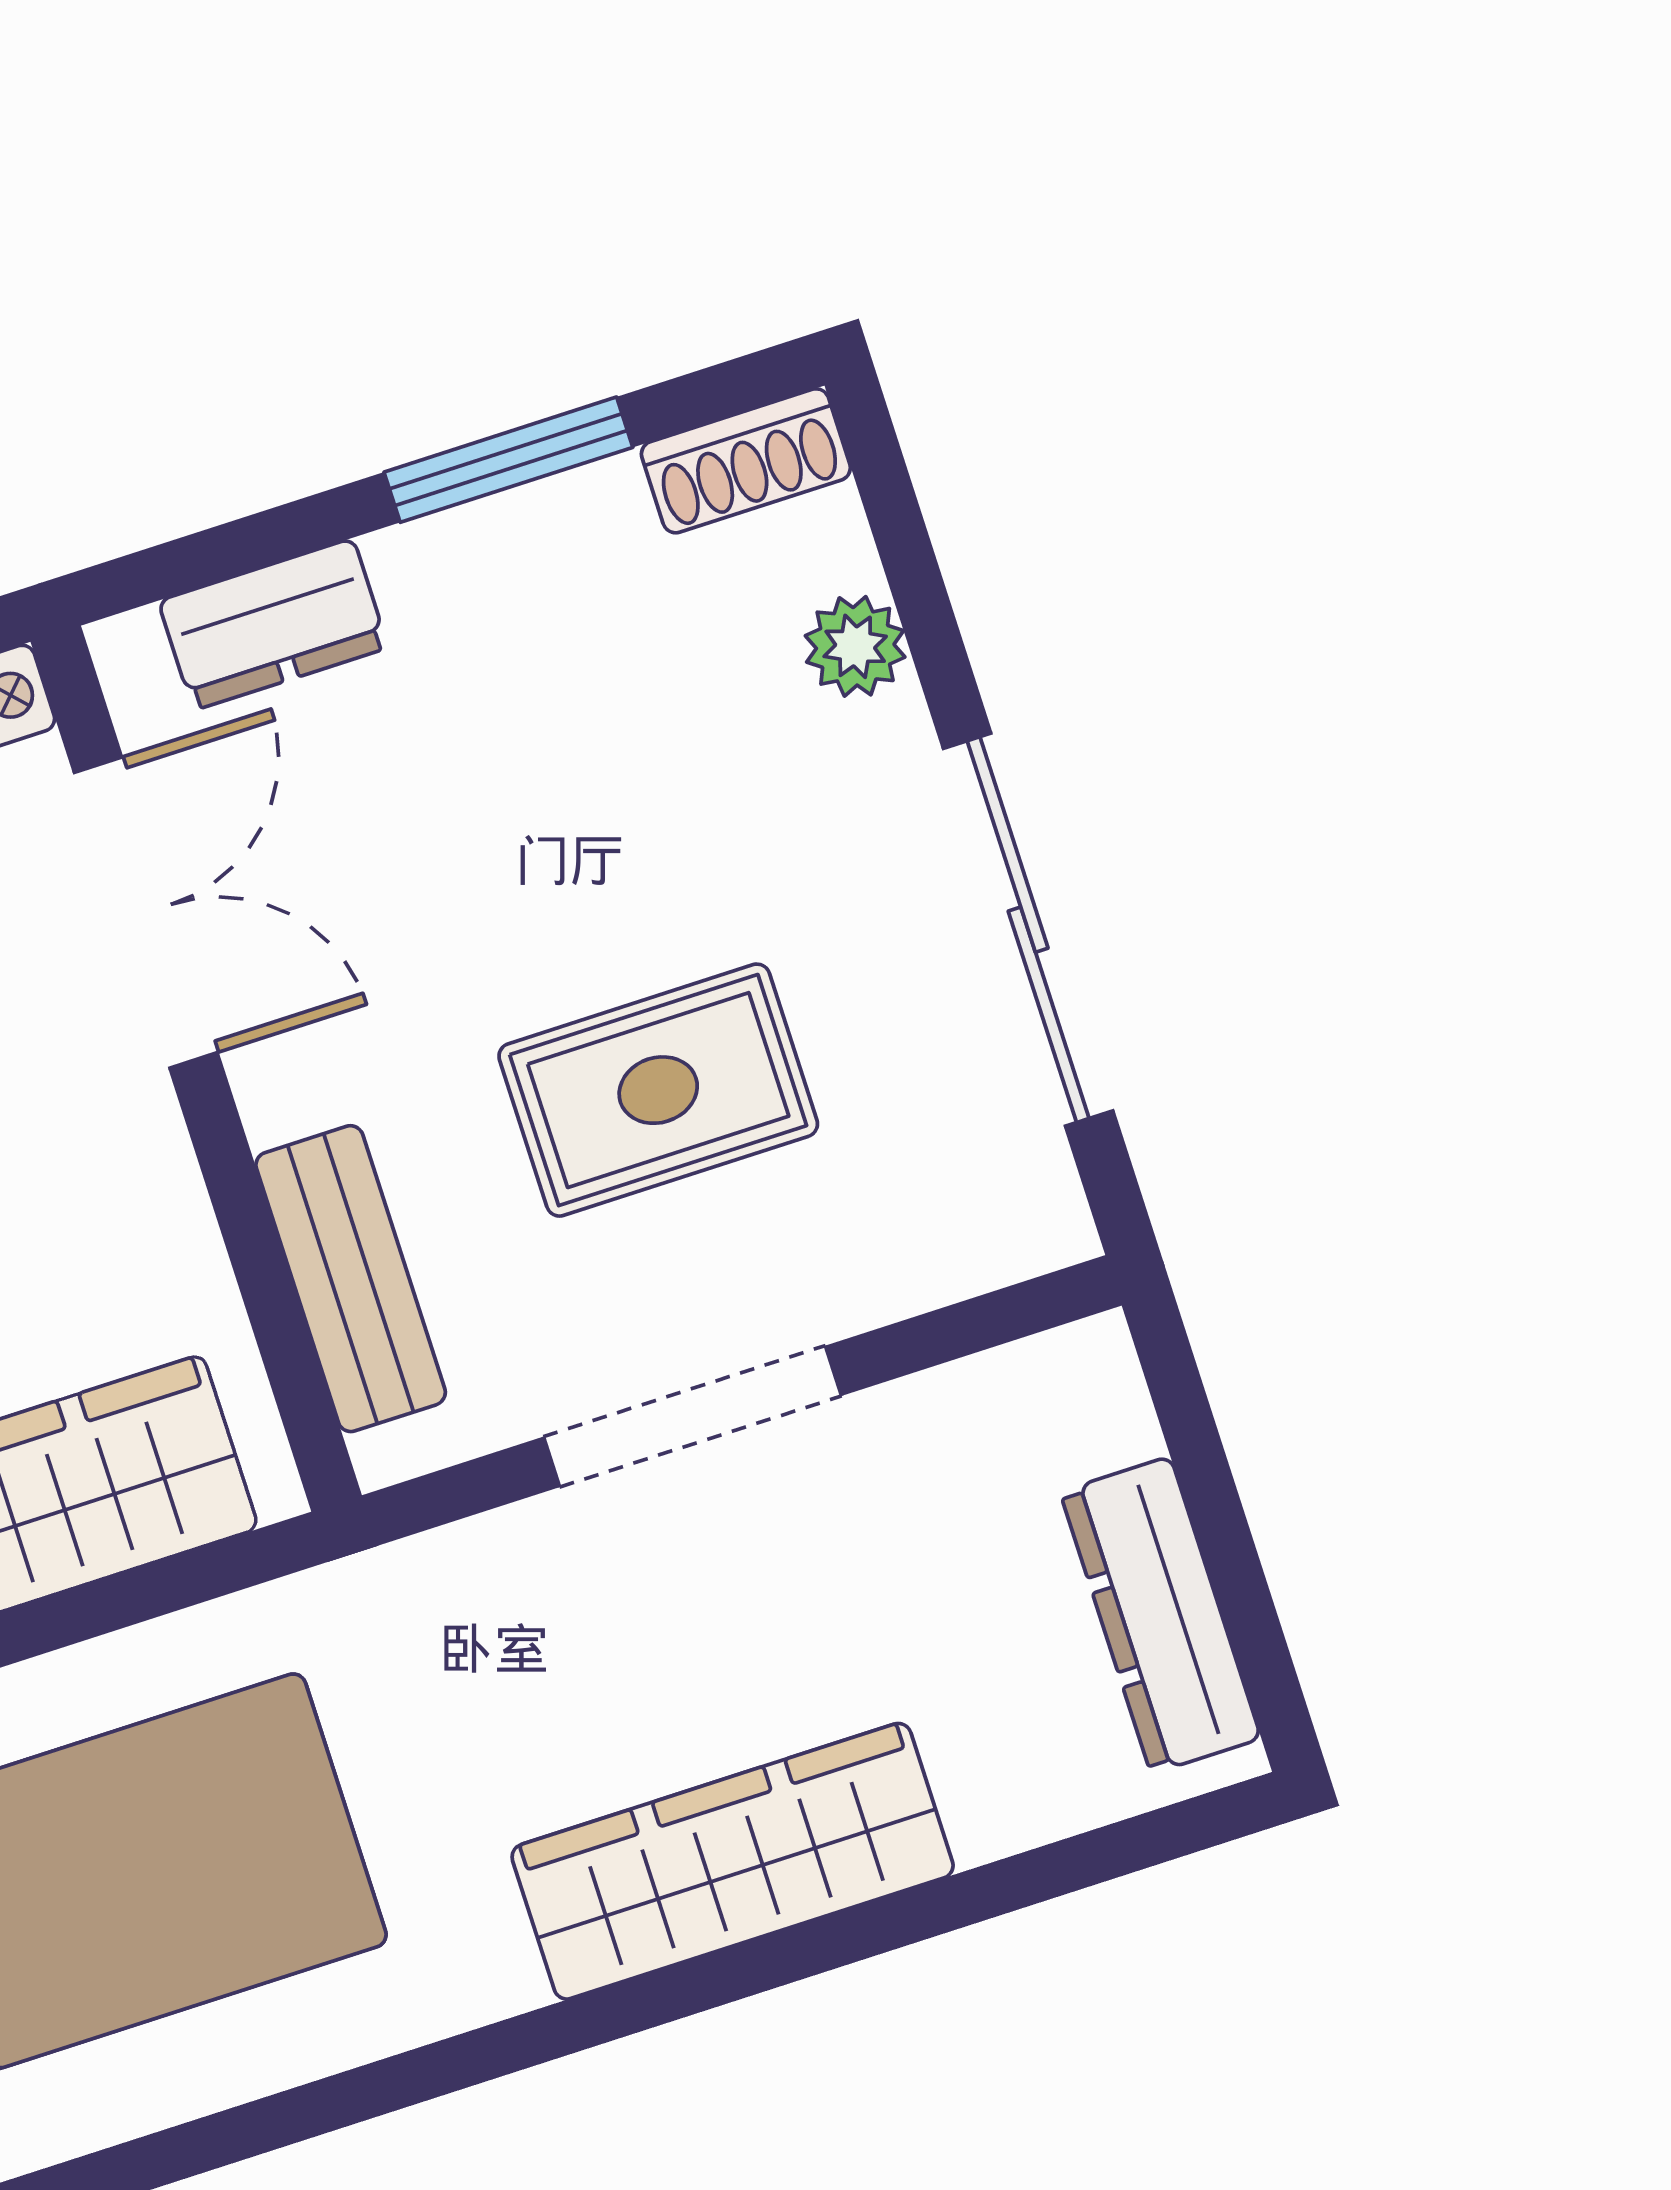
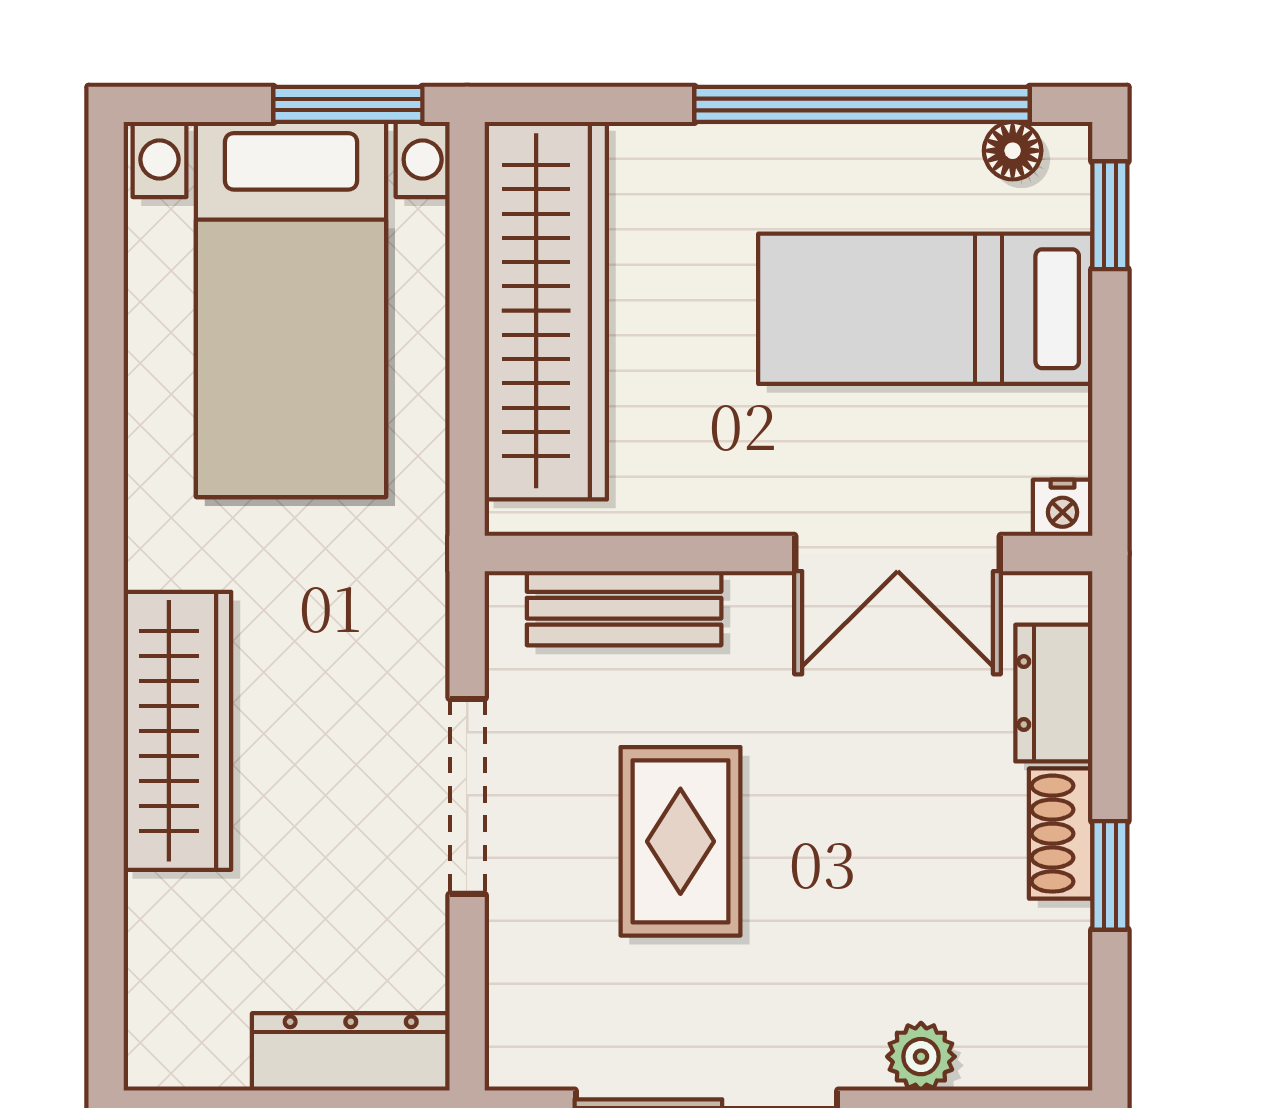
window: (508, 460) -> (1110, 875), width x0.67
shoe rack: (746, 461) -> (1061, 834), moved
dresser: (1161, 1615) -> (351, 1052), moved

